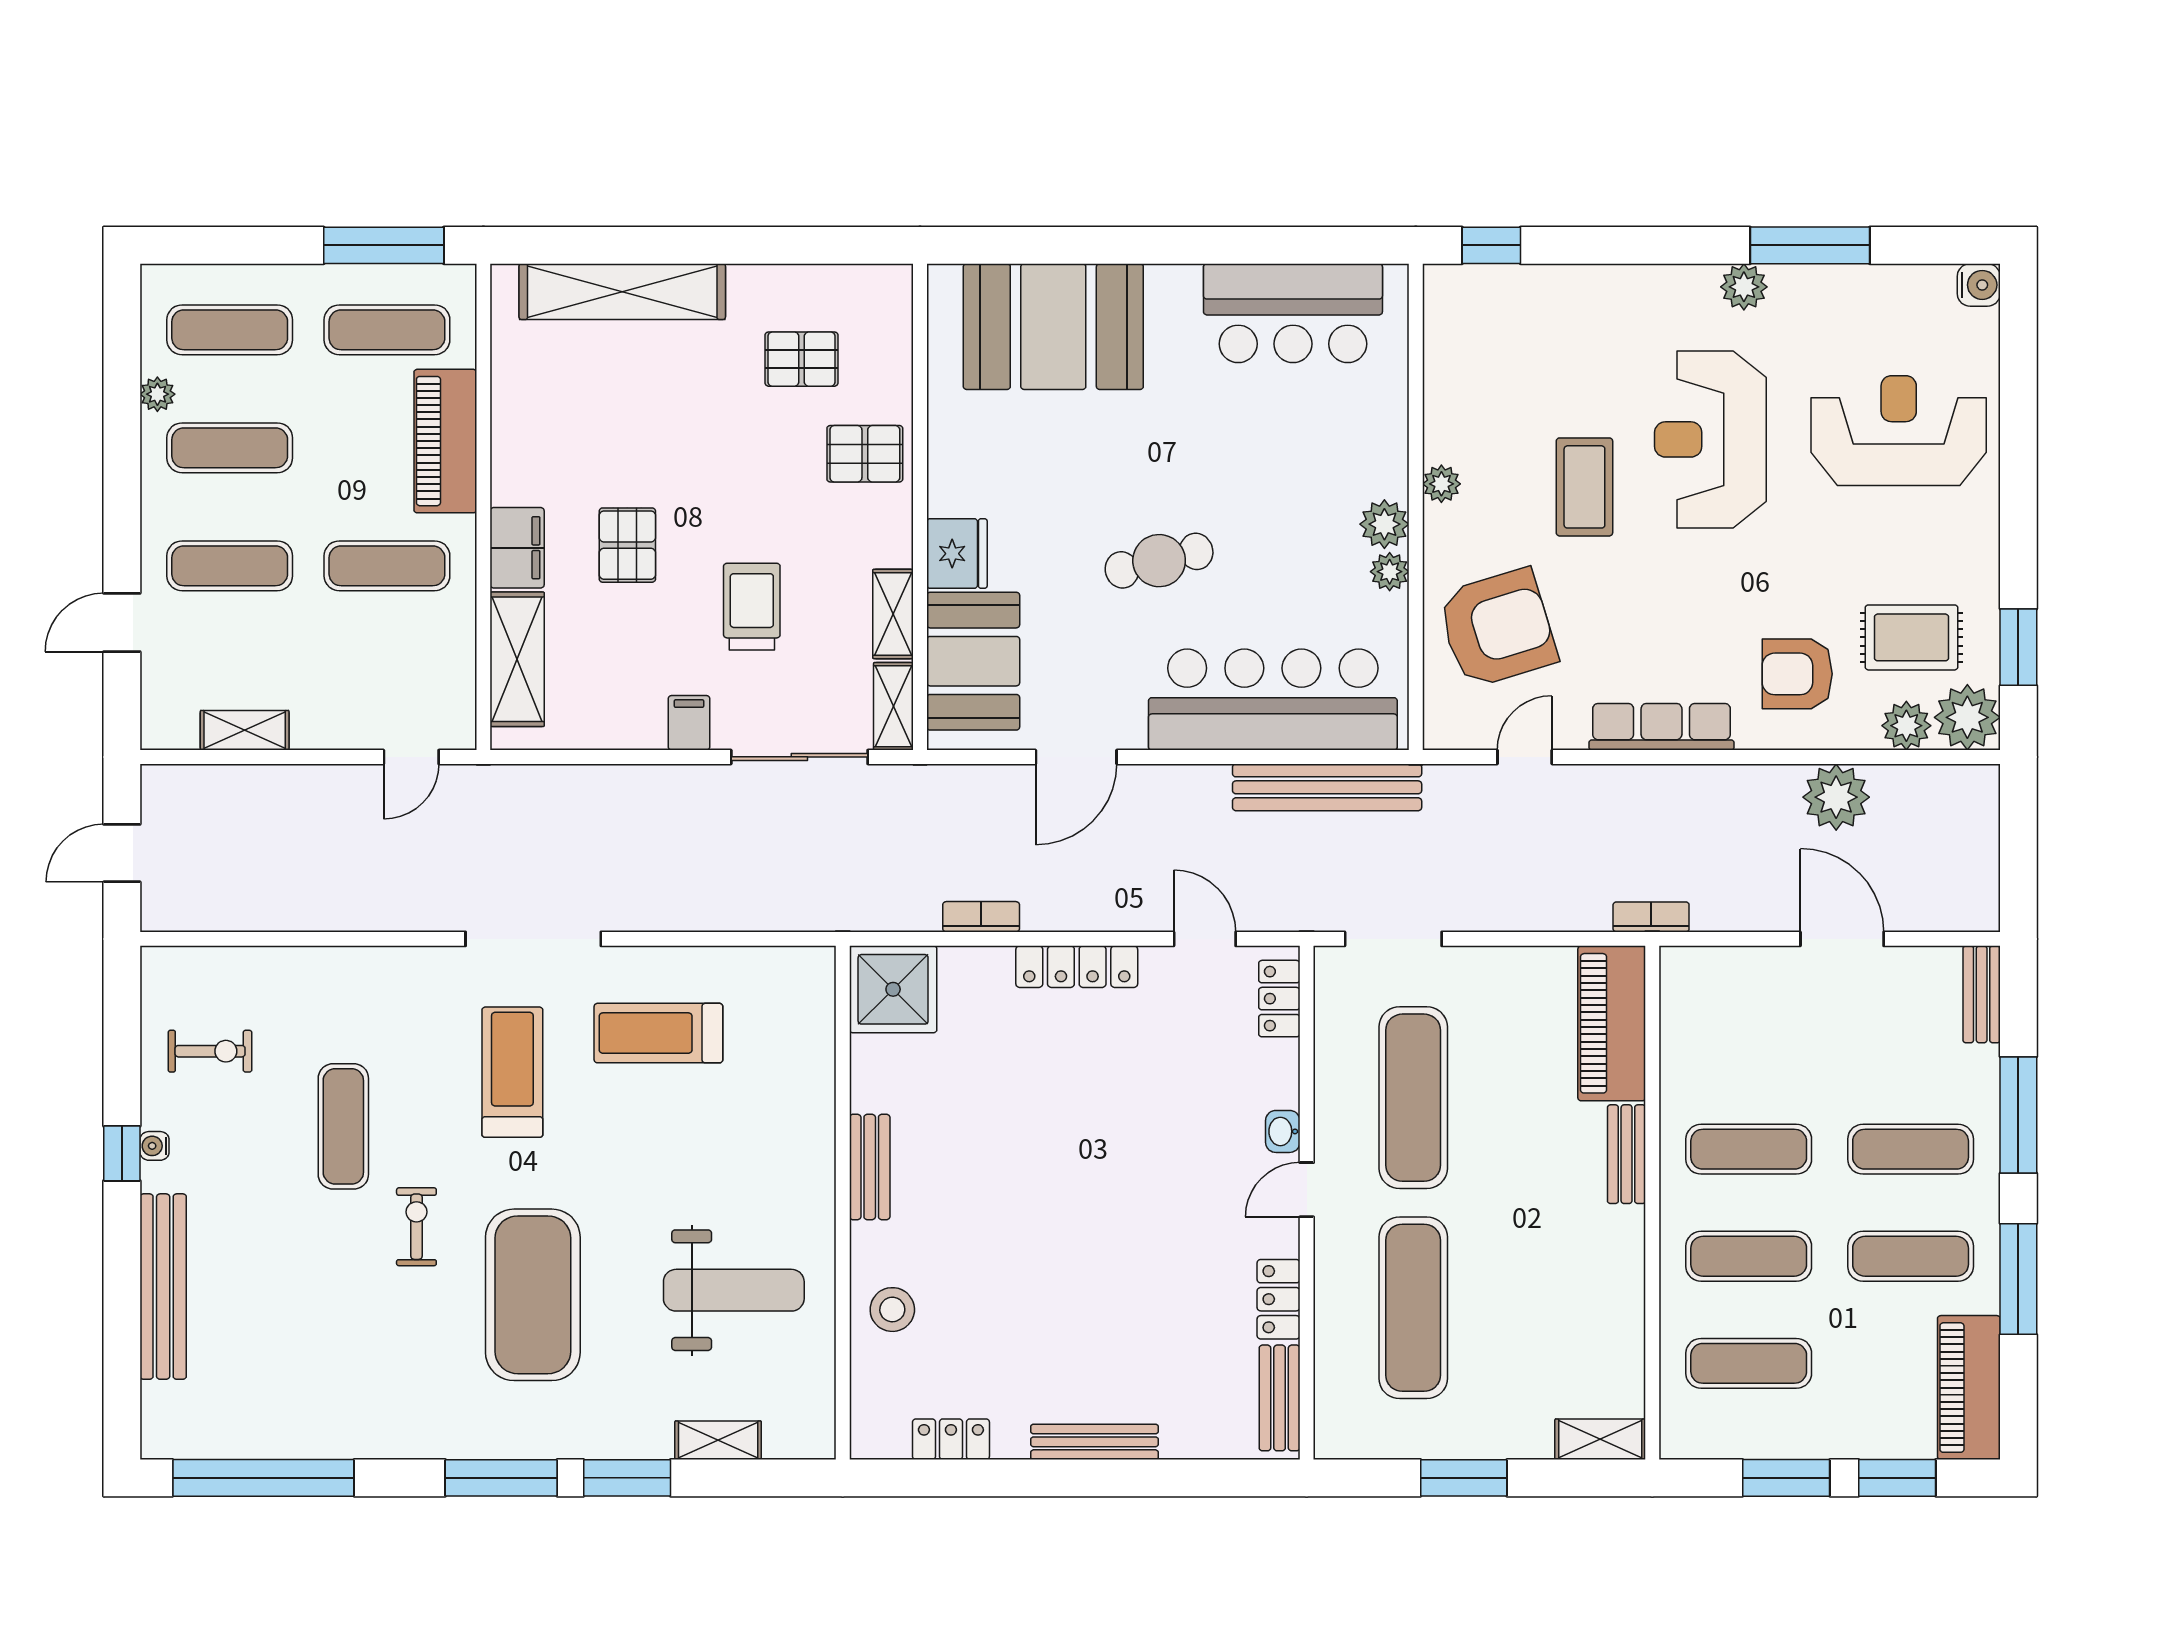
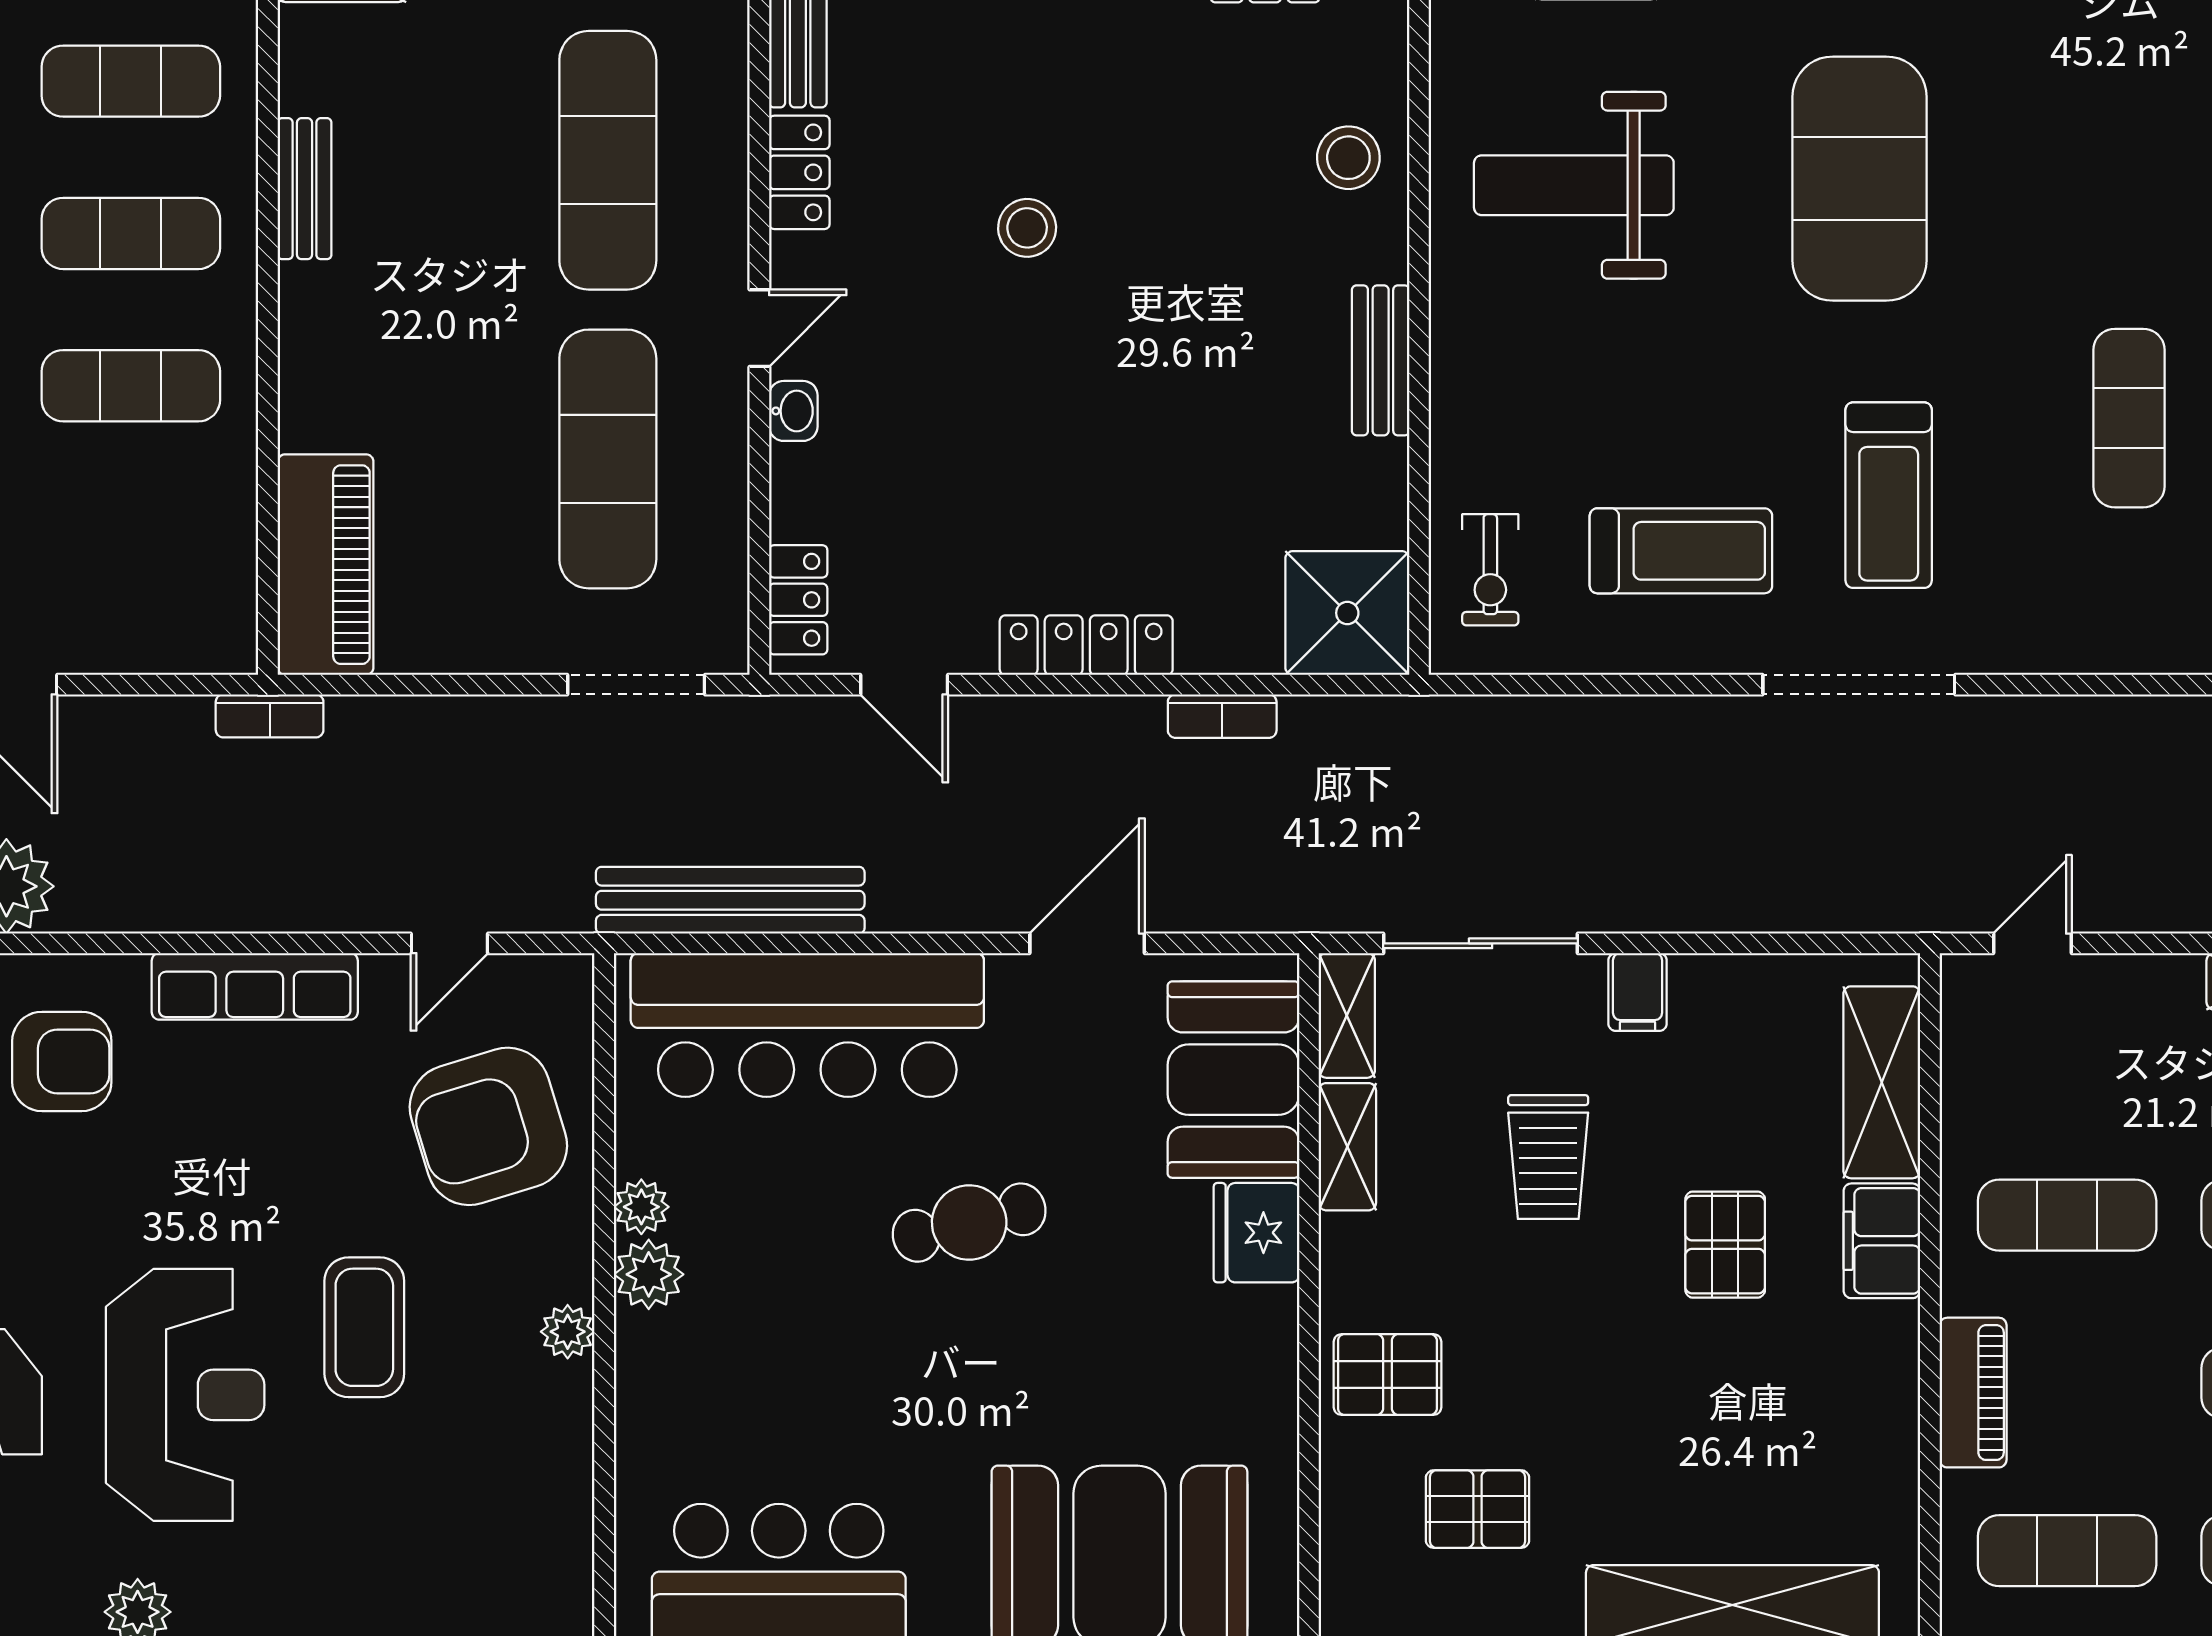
piano: (445, 441) -> (1973, 1393), width x0.73, depth x0.75
bench: (1627, 1154) -> (304, 189), moved
exercise bike: (416, 1227) -> (1490, 570), moved
stool: (1118, 1260) -> (1027, 228), added

